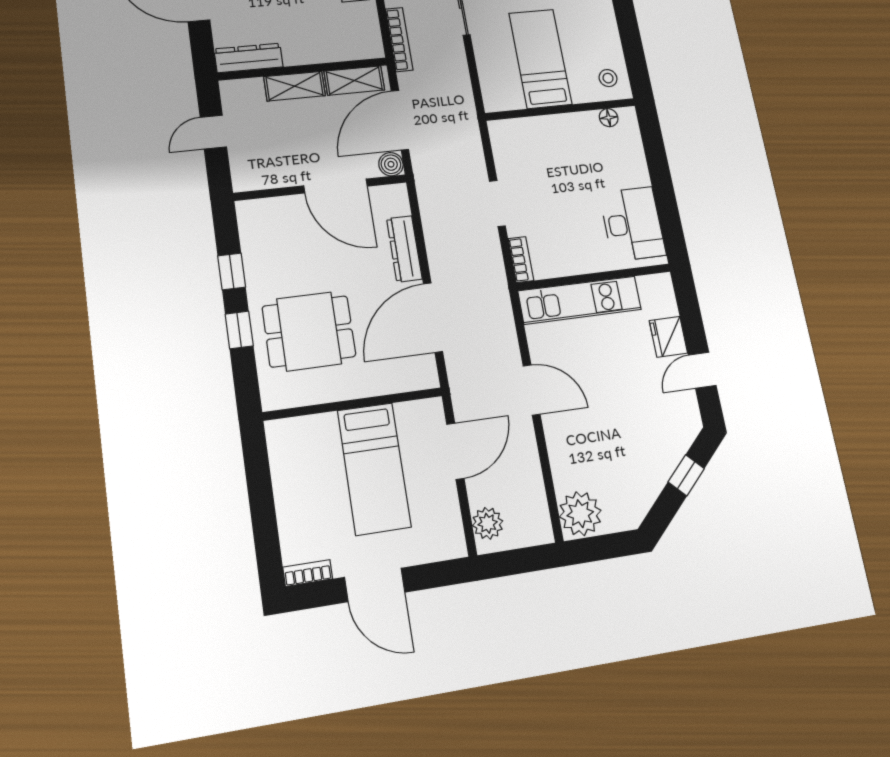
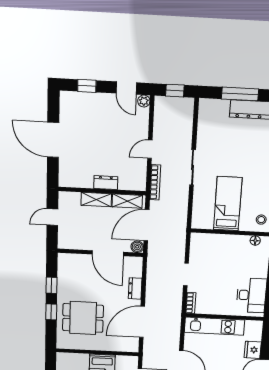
dresser: (249, 58) -> (106, 183), moved, width x0.70
dresser: (404, 249) -> (135, 288), width x0.70

